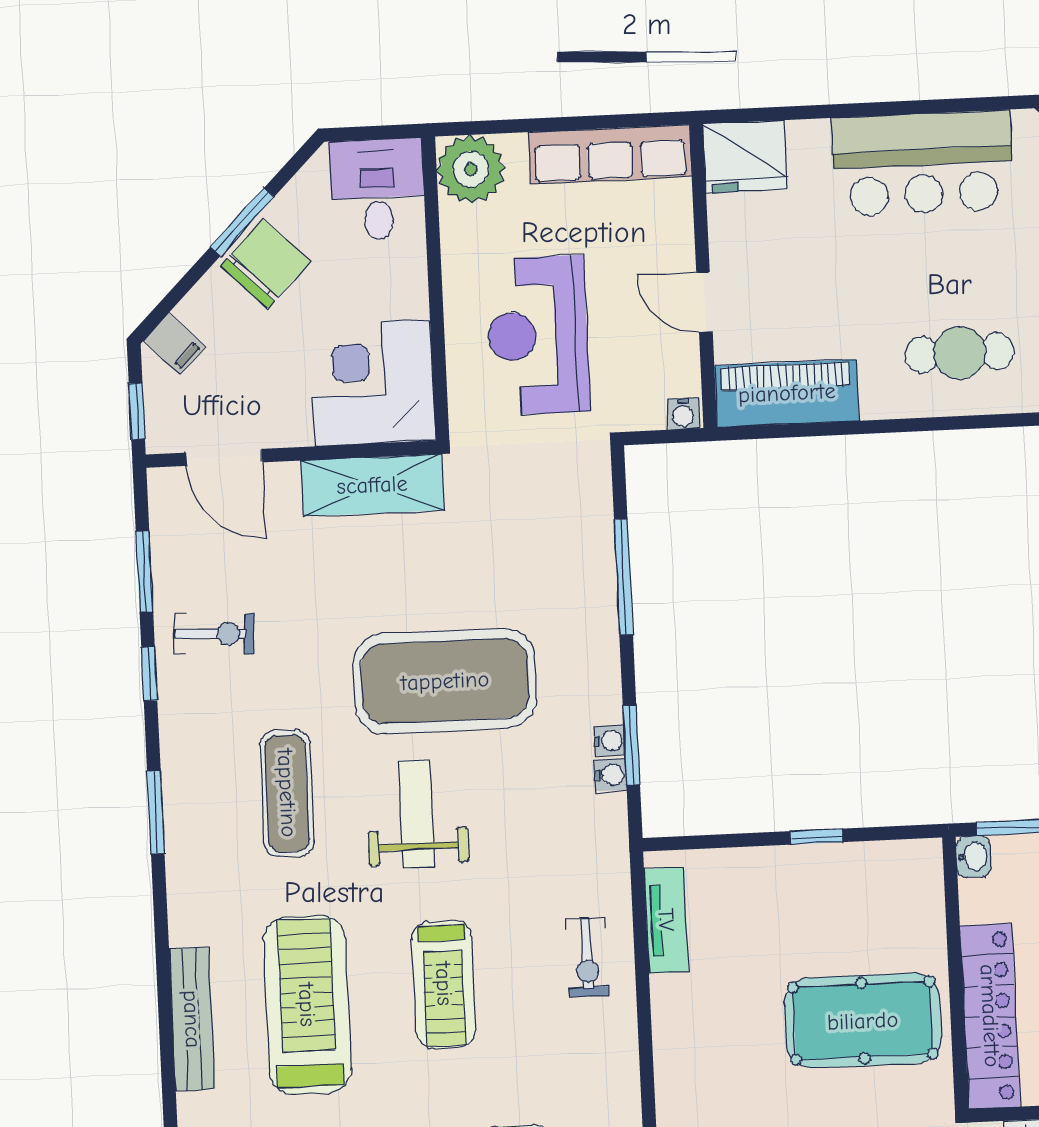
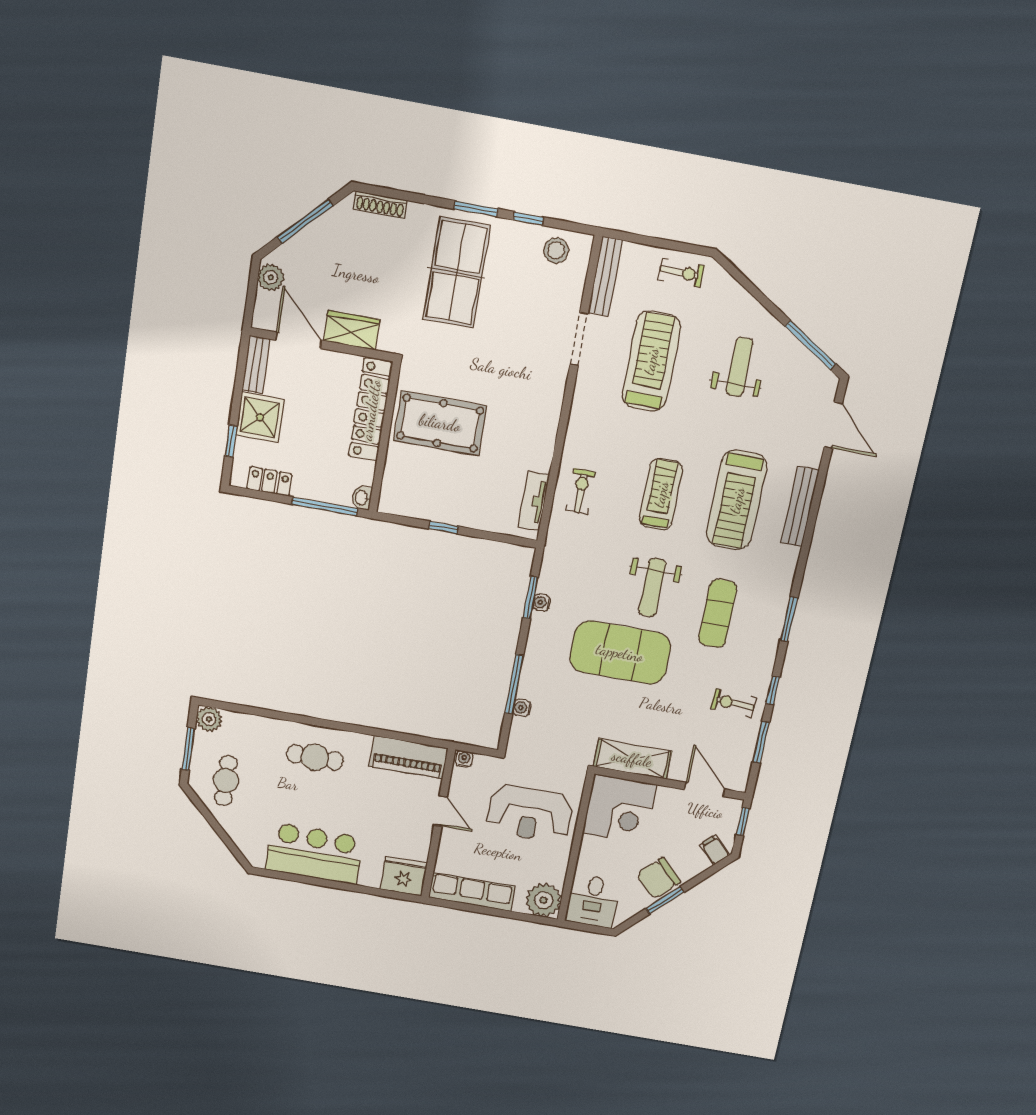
reception desk: (538, 335) -> (529, 813), turned 90
water cooler: (610, 775) -> (522, 708), moved

